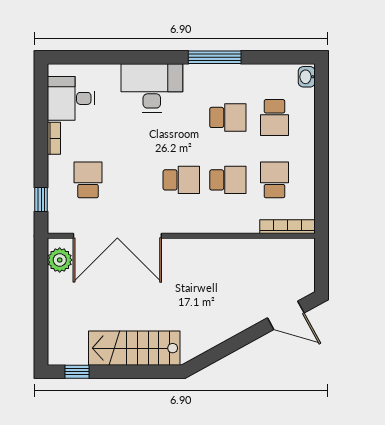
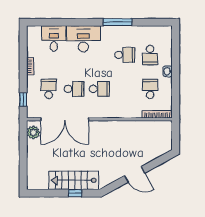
washbasin: (307, 77) -> (168, 71), moved
desk: (71, 98) -> (54, 39), moved, turned 90
school desk: (228, 180) -> (74, 89), moved
door: (286, 315) -> (135, 174), moved
window: (77, 372) -> (75, 193), moved

